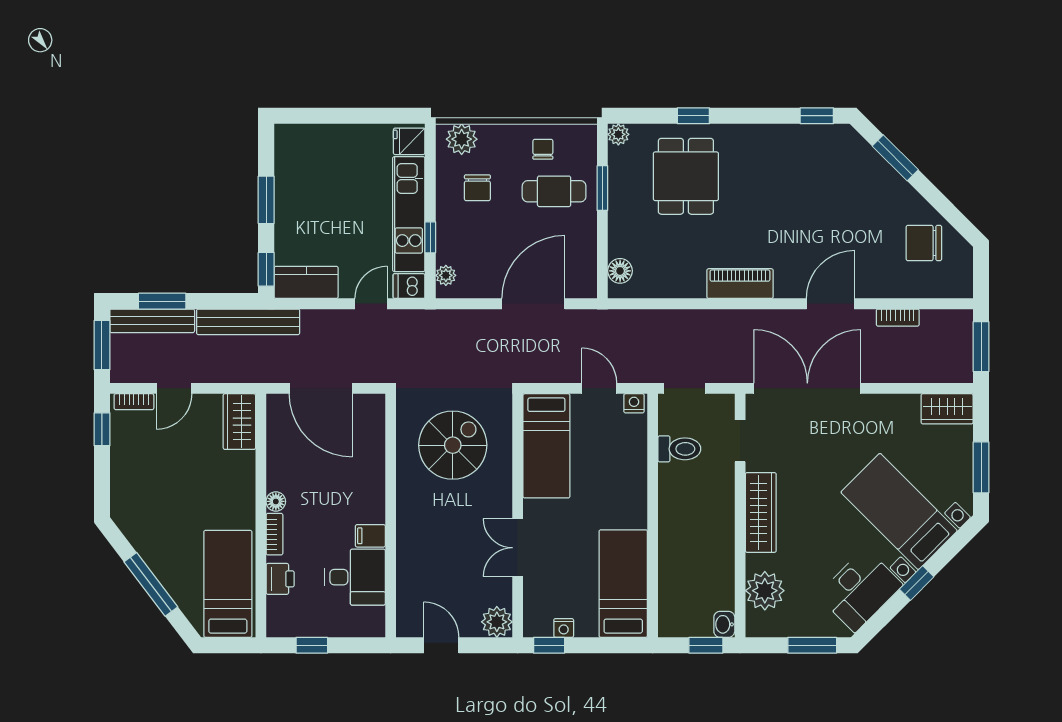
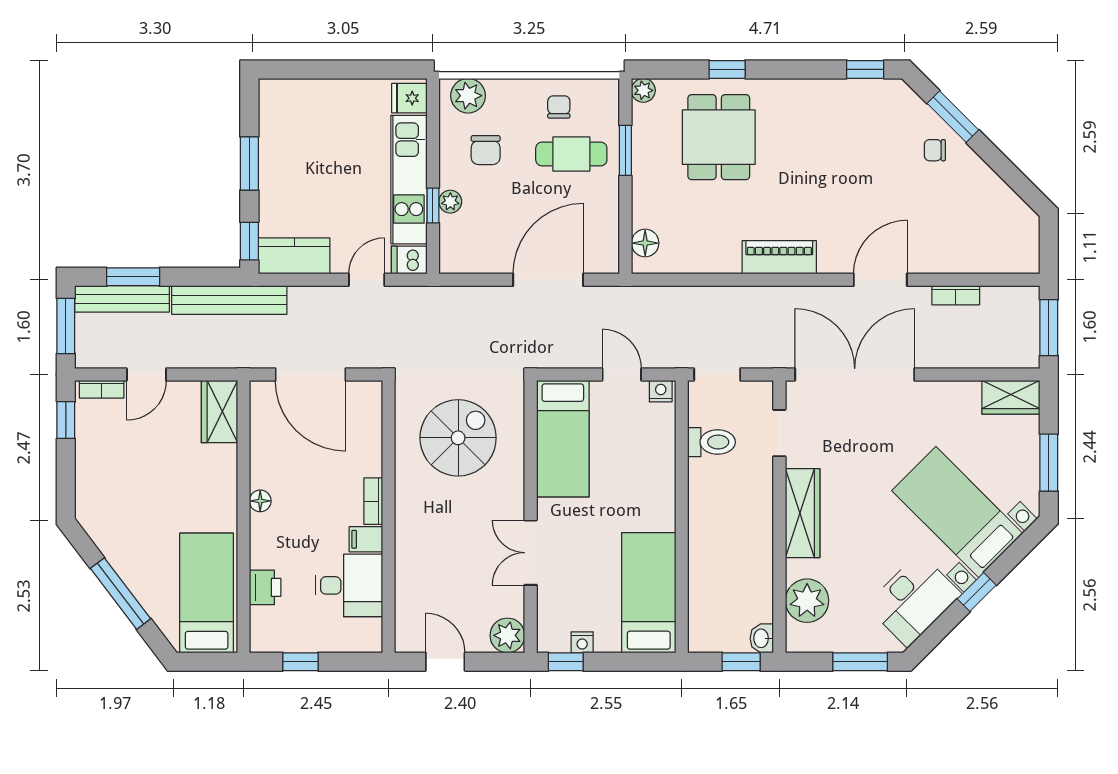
chair: (924, 243) -> (935, 150), moved, width x0.54, depth x0.54
plant: (446, 275) -> (450, 202), moved
bookcase: (274, 534) -> (373, 501), moved, turned 180

